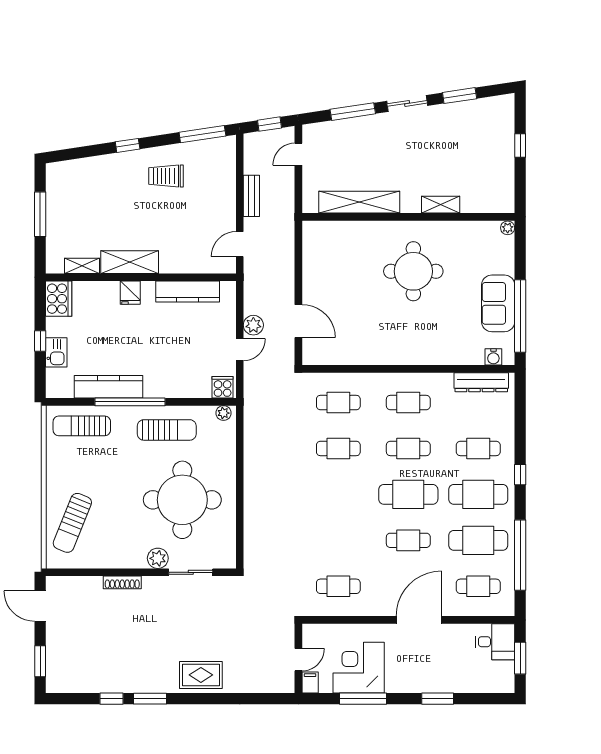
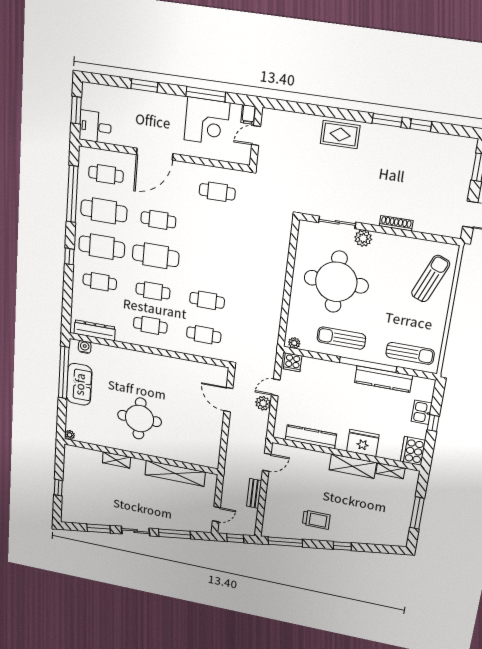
fridge: (130, 293) -> (363, 443), width x1.88, depth x1.34

